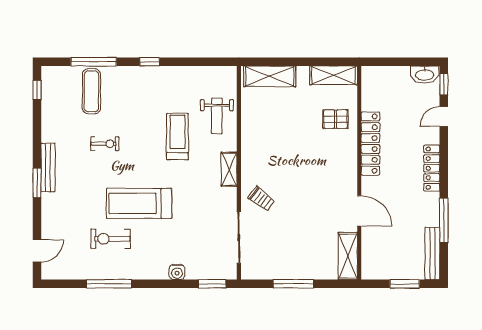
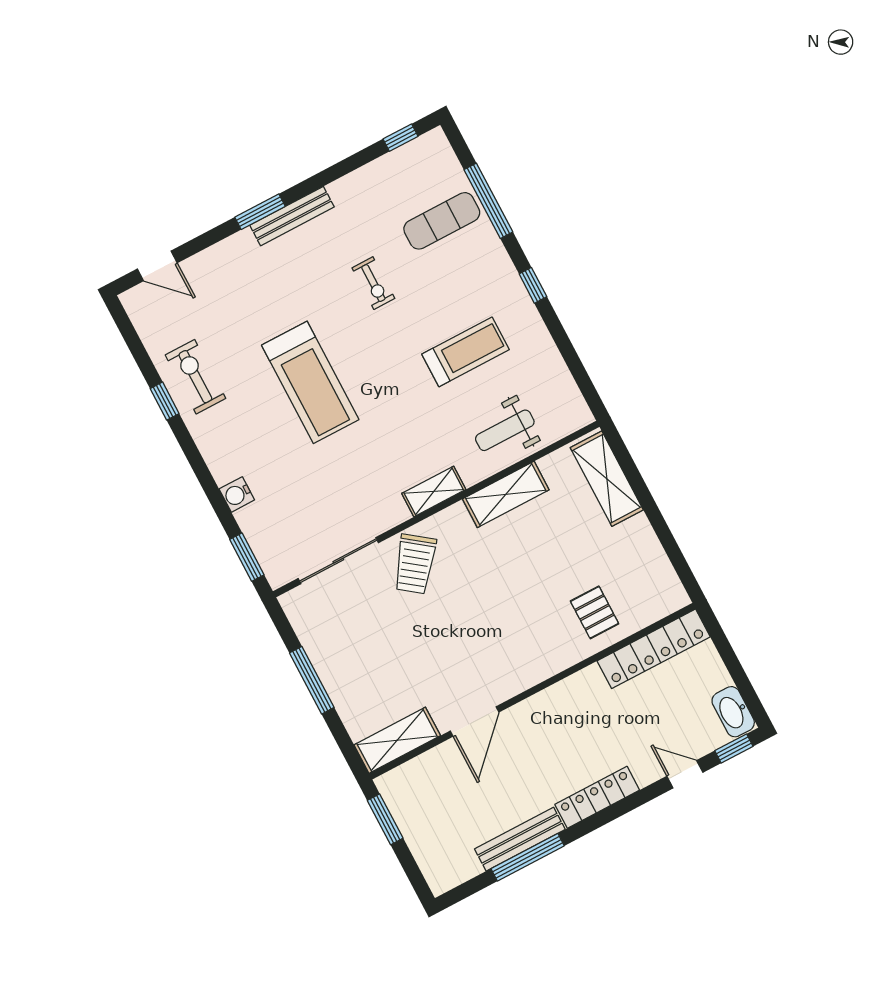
shelving: (334, 75) -> (506, 494), moved, turned 90
treadmill: (177, 137) -> (466, 352), moved
locker: (370, 144) -> (654, 649), moved
trolley: (261, 199) -> (415, 564), width x1.36, depth x1.39
treadmill: (139, 203) -> (310, 382), turned 180
exercise bike: (110, 239) -> (195, 377), moved
bench: (432, 253) -> (520, 839), moved
window: (109, 284) -> (165, 401), width x0.46
window: (405, 284) -> (385, 819), moved

